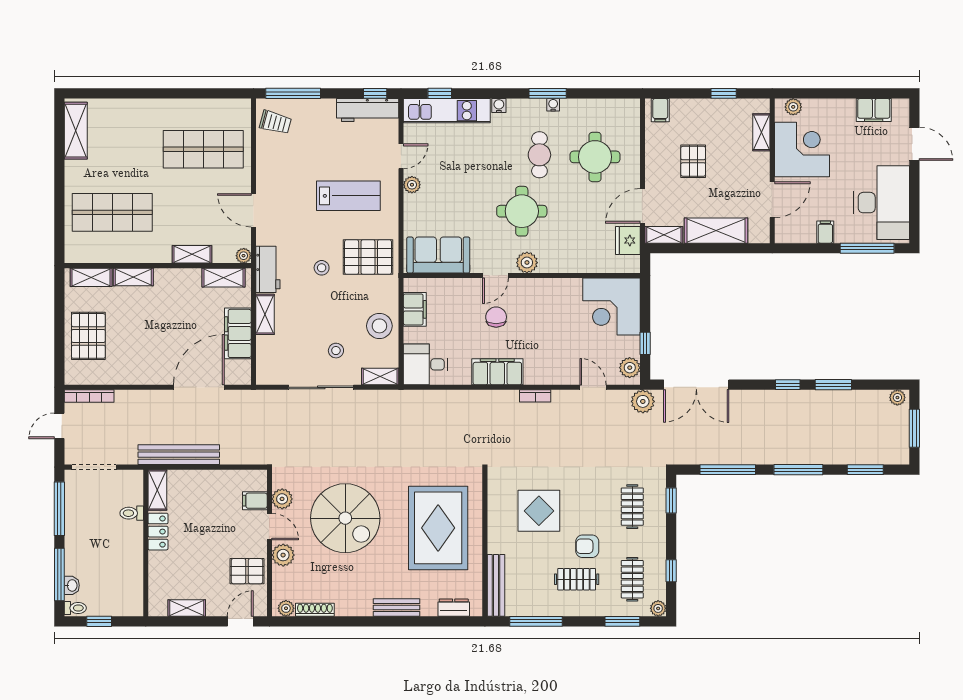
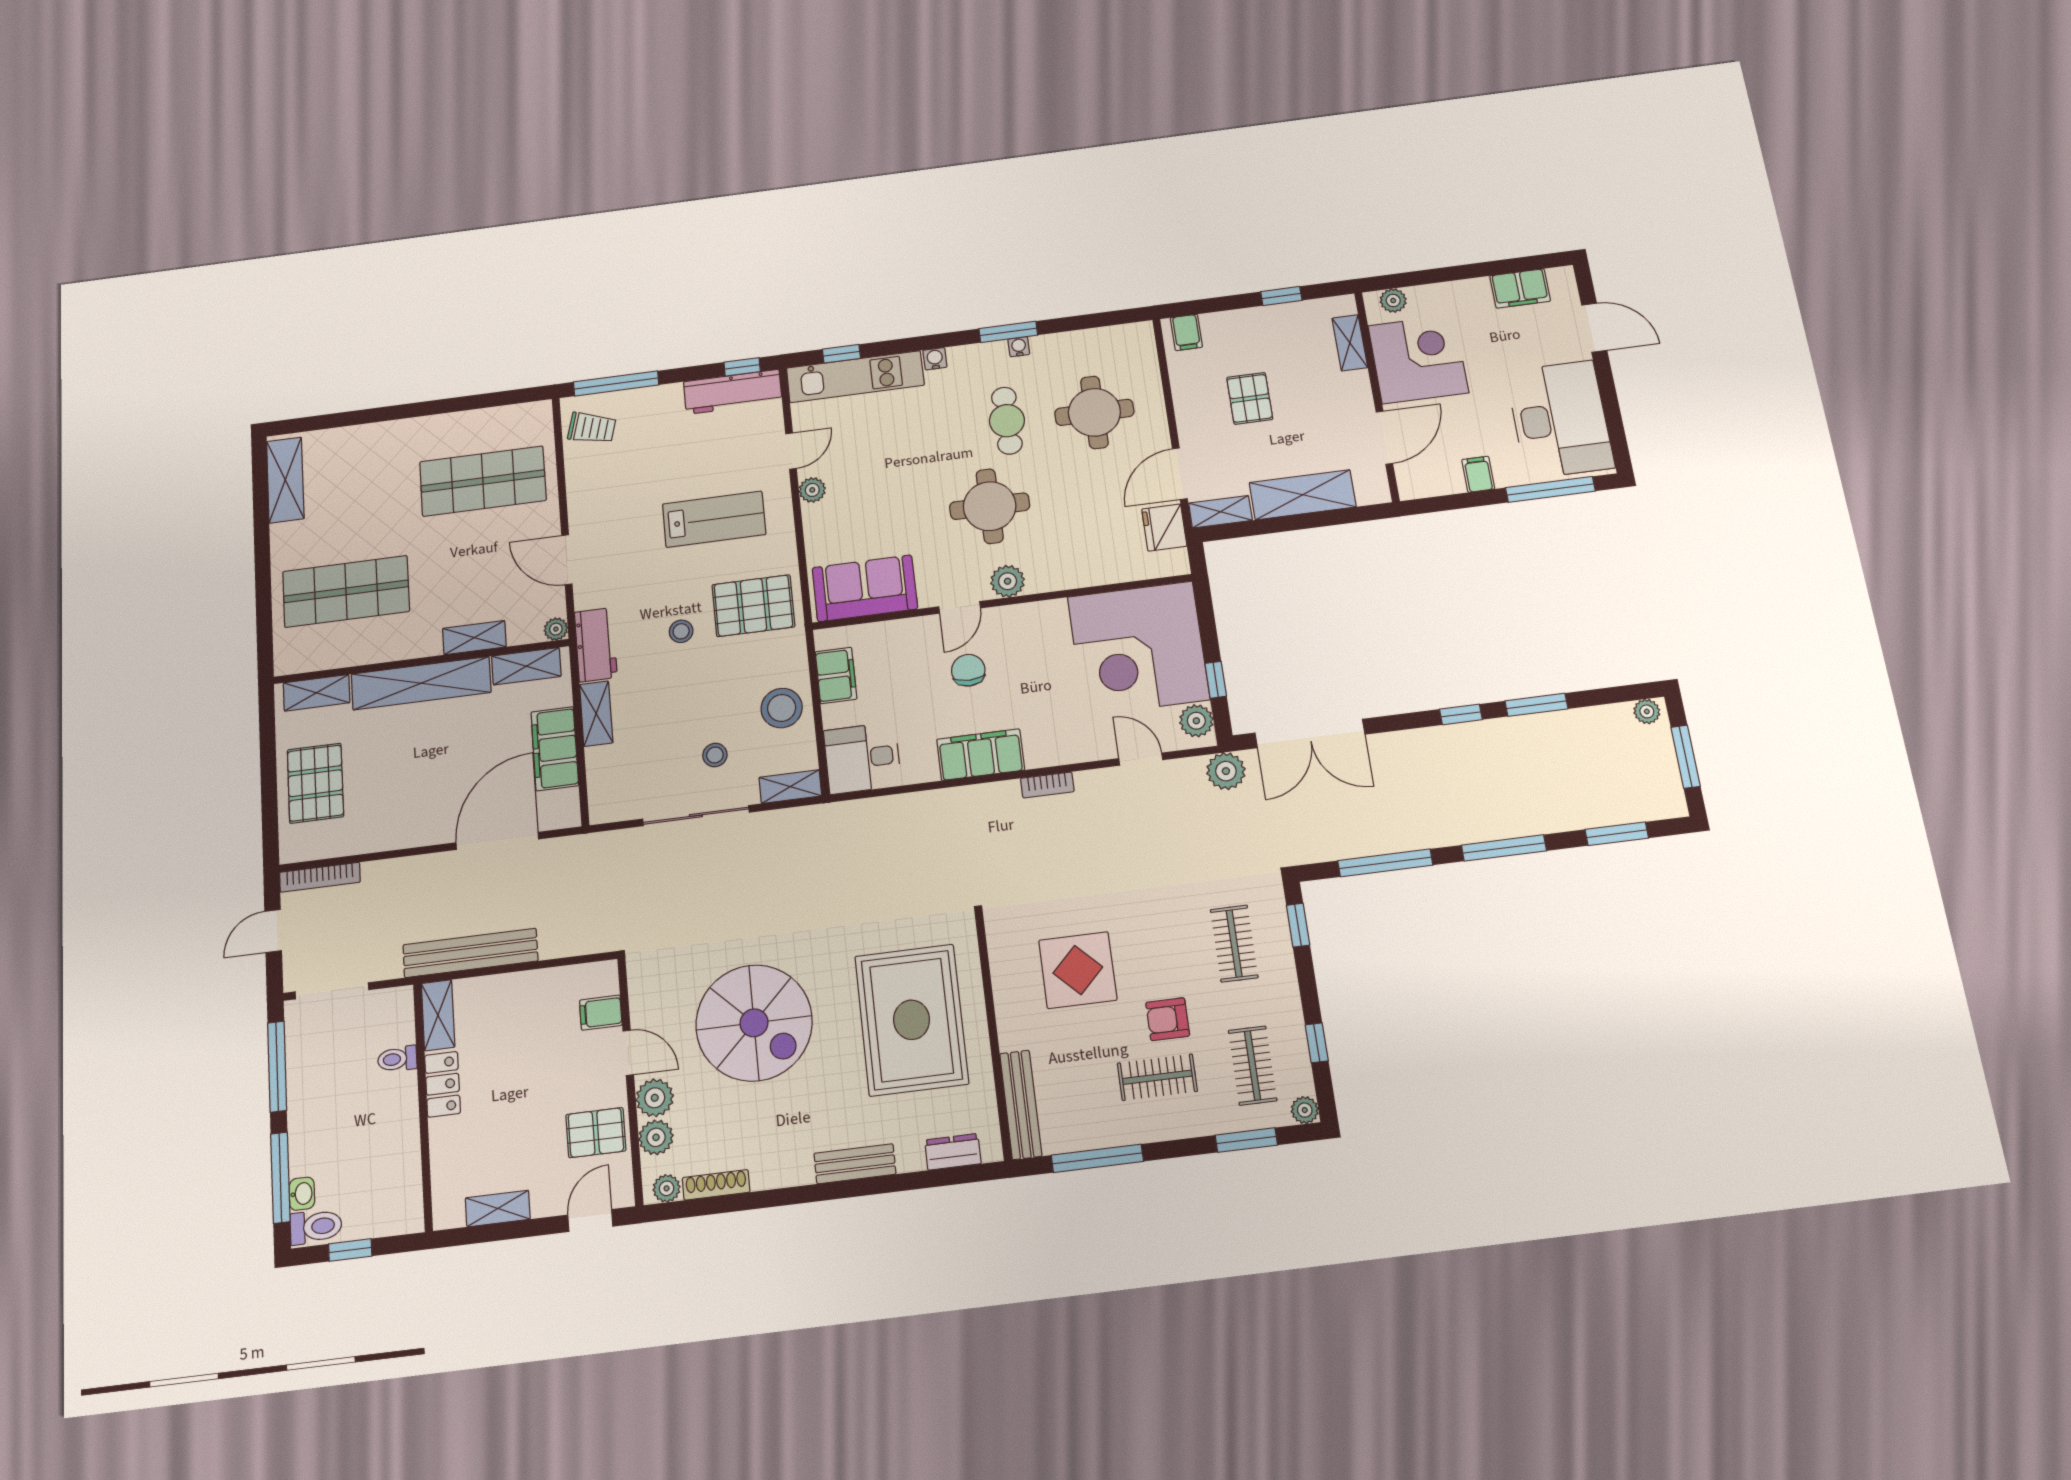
shelving: (133, 277) -> (421, 683), width x2.20, depth x1.33
corner desk: (612, 307) -> (1138, 648), width x1.36, depth x1.36
plant: (282, 499) -> (656, 1137), moved
toilet: (75, 608) -> (316, 1227), width x1.37, depth x1.39

